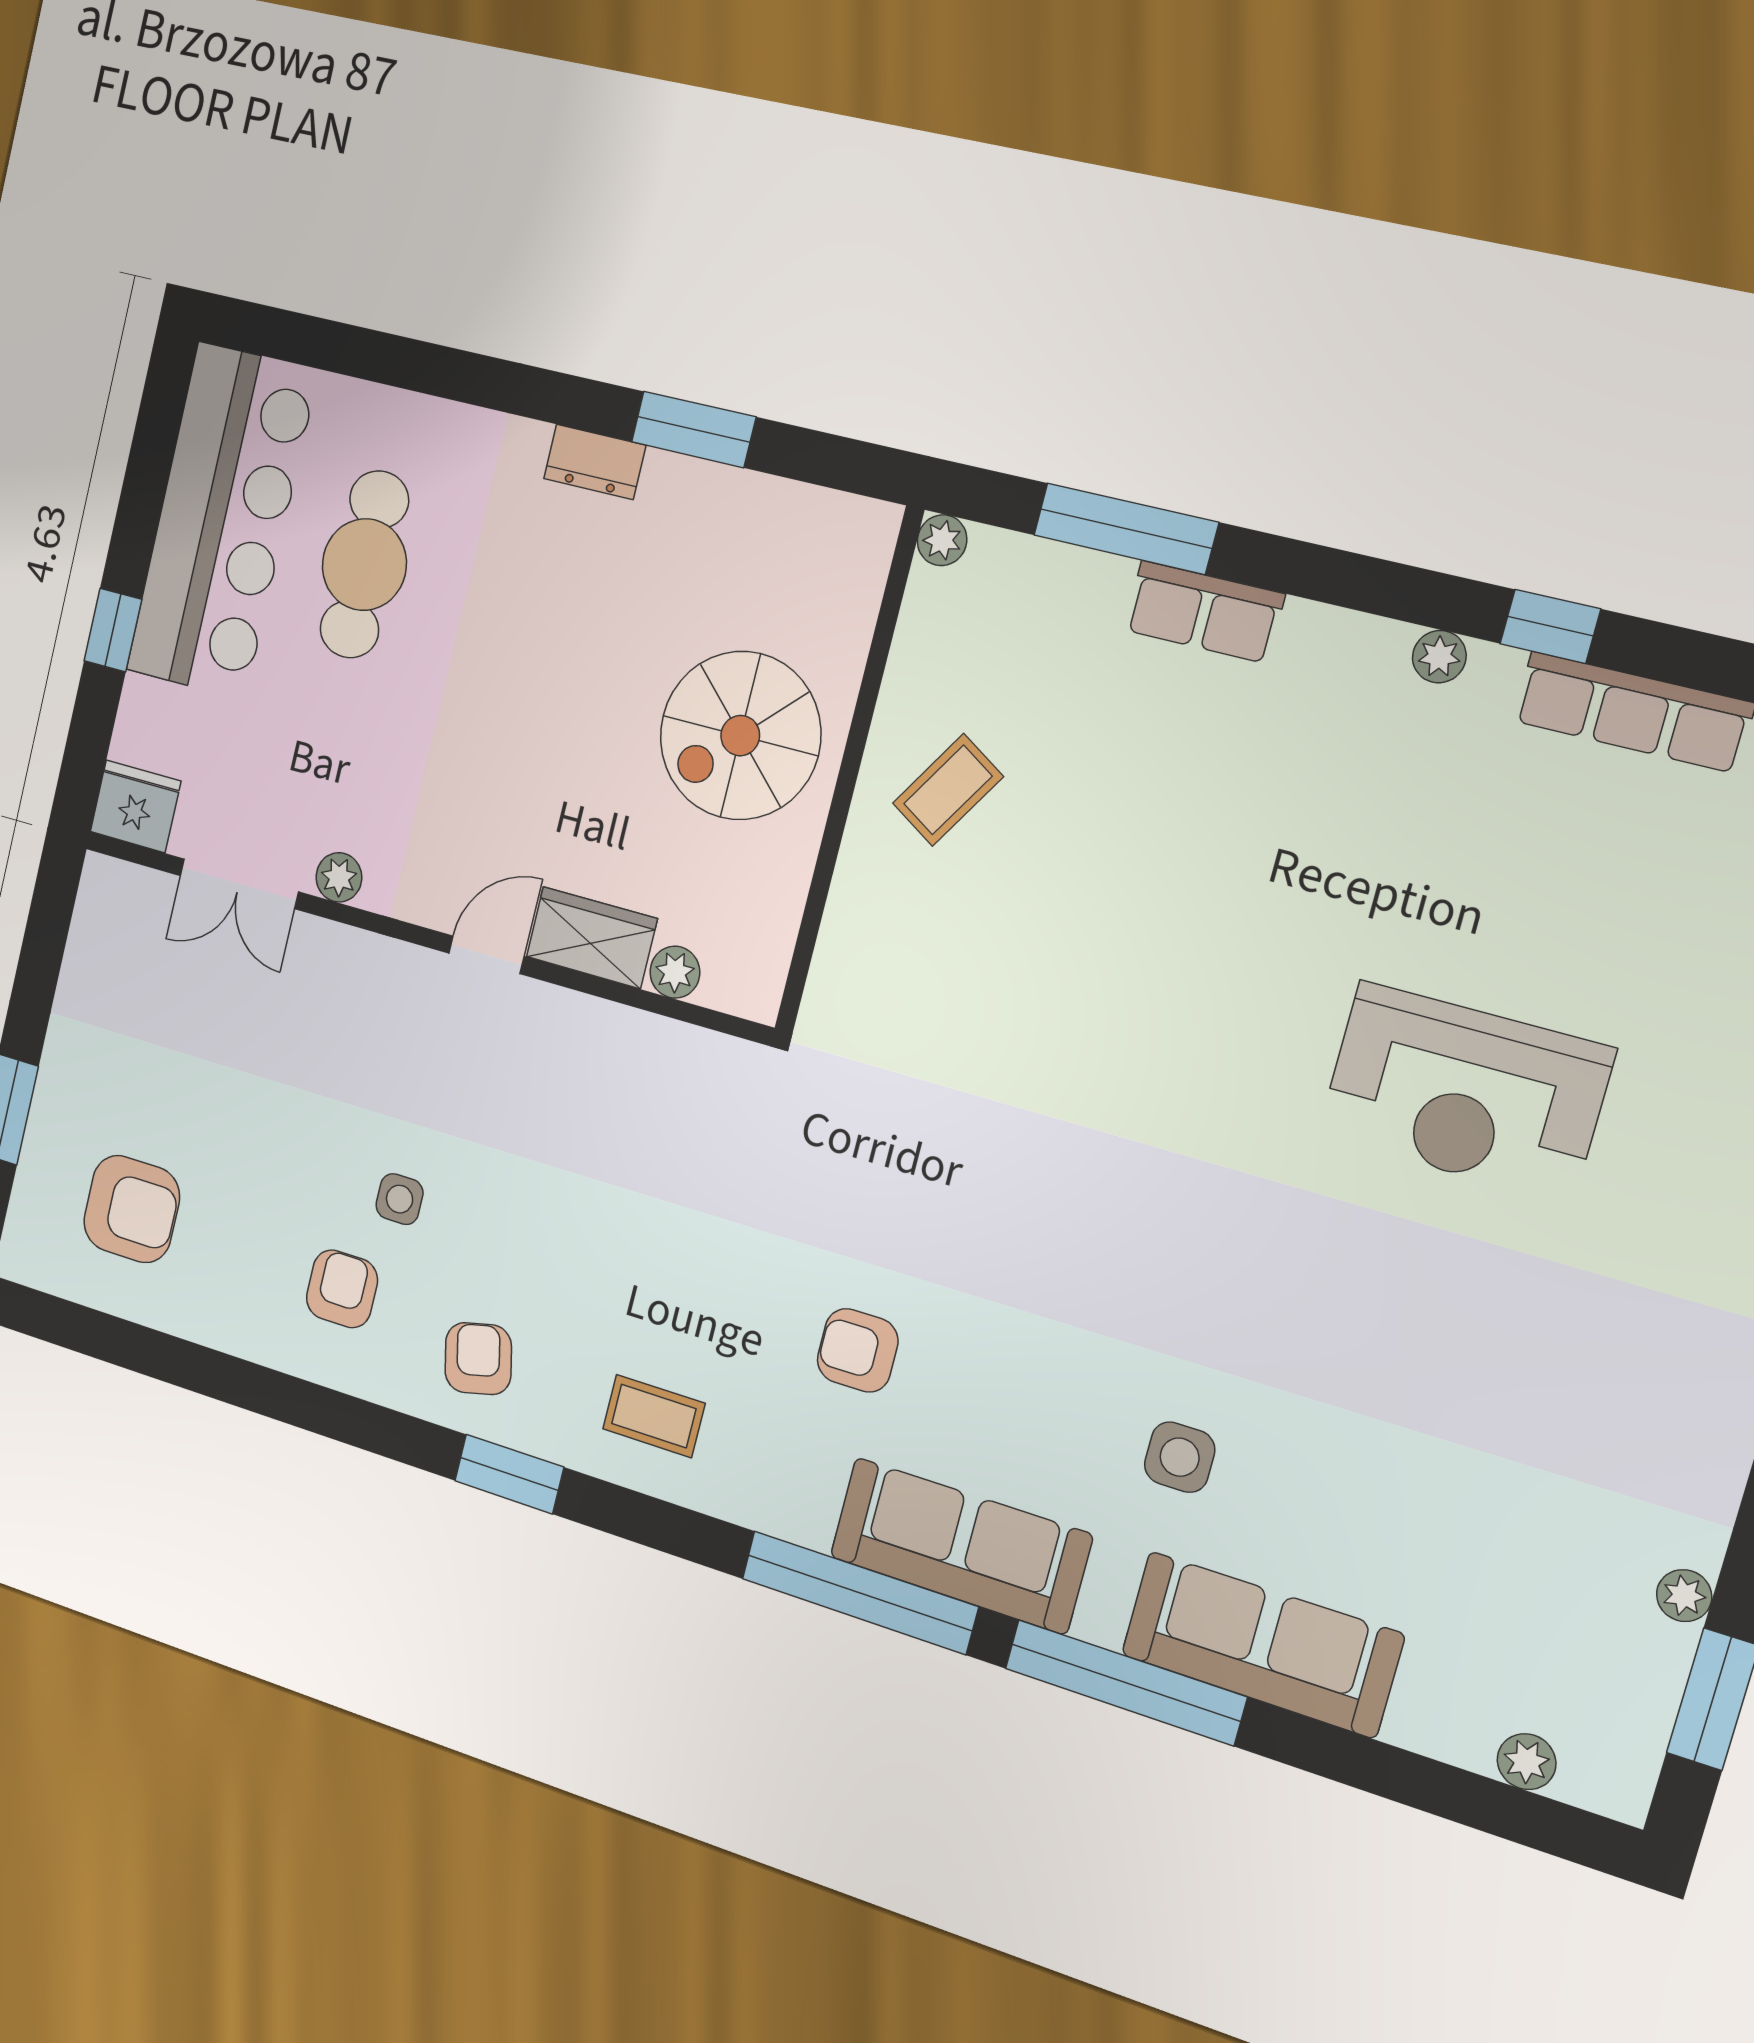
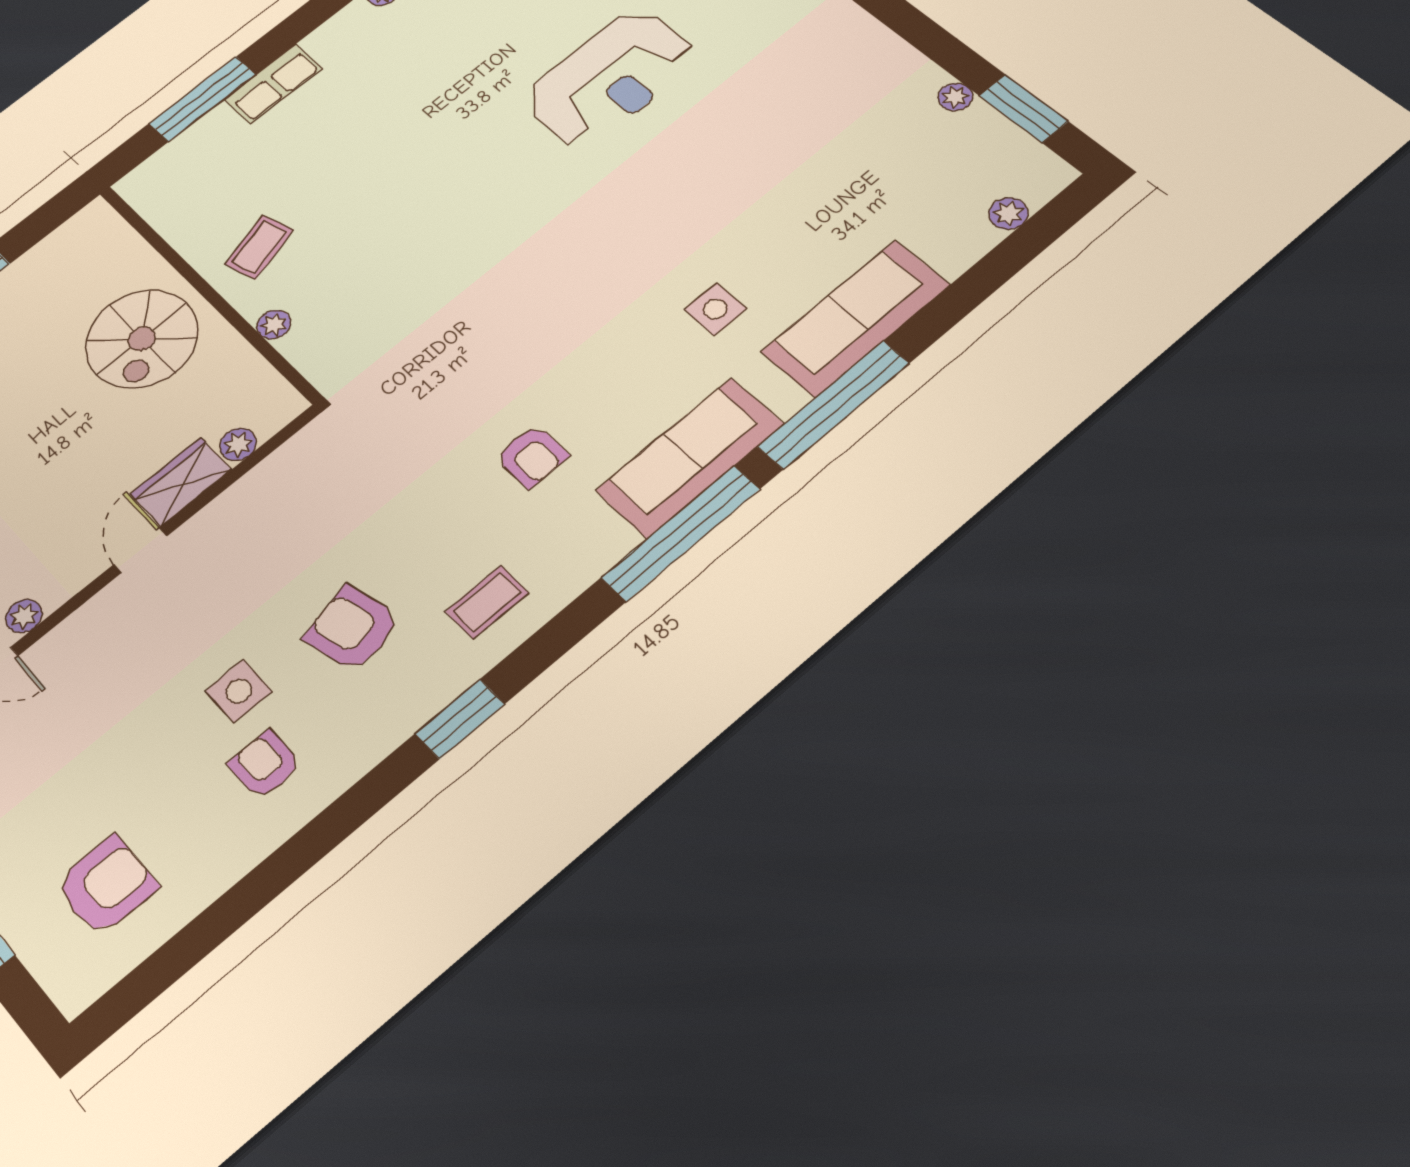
plant: (942, 540) -> (274, 325), moved
coffee table: (948, 790) -> (259, 247), turned 42
side table: (400, 1199) -> (239, 691), width x1.37, depth x1.37
armchair: (858, 1350) -> (532, 456), turned -90
armchair: (478, 1359) -> (352, 628), moved, width x1.38, depth x1.38

